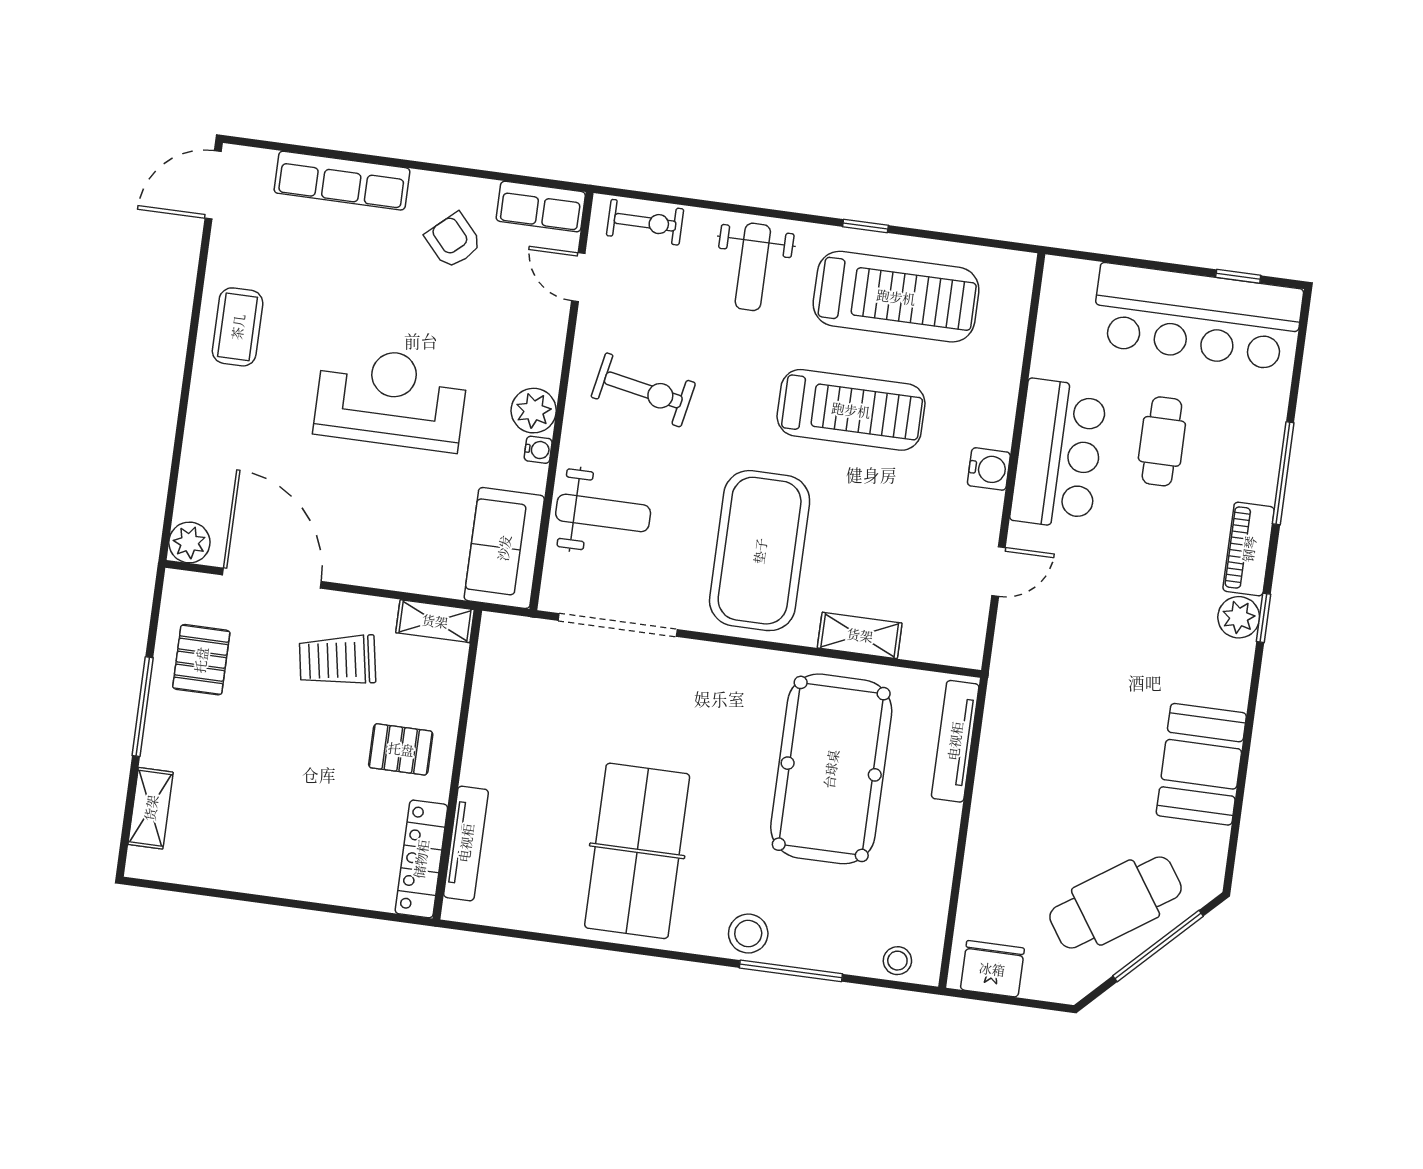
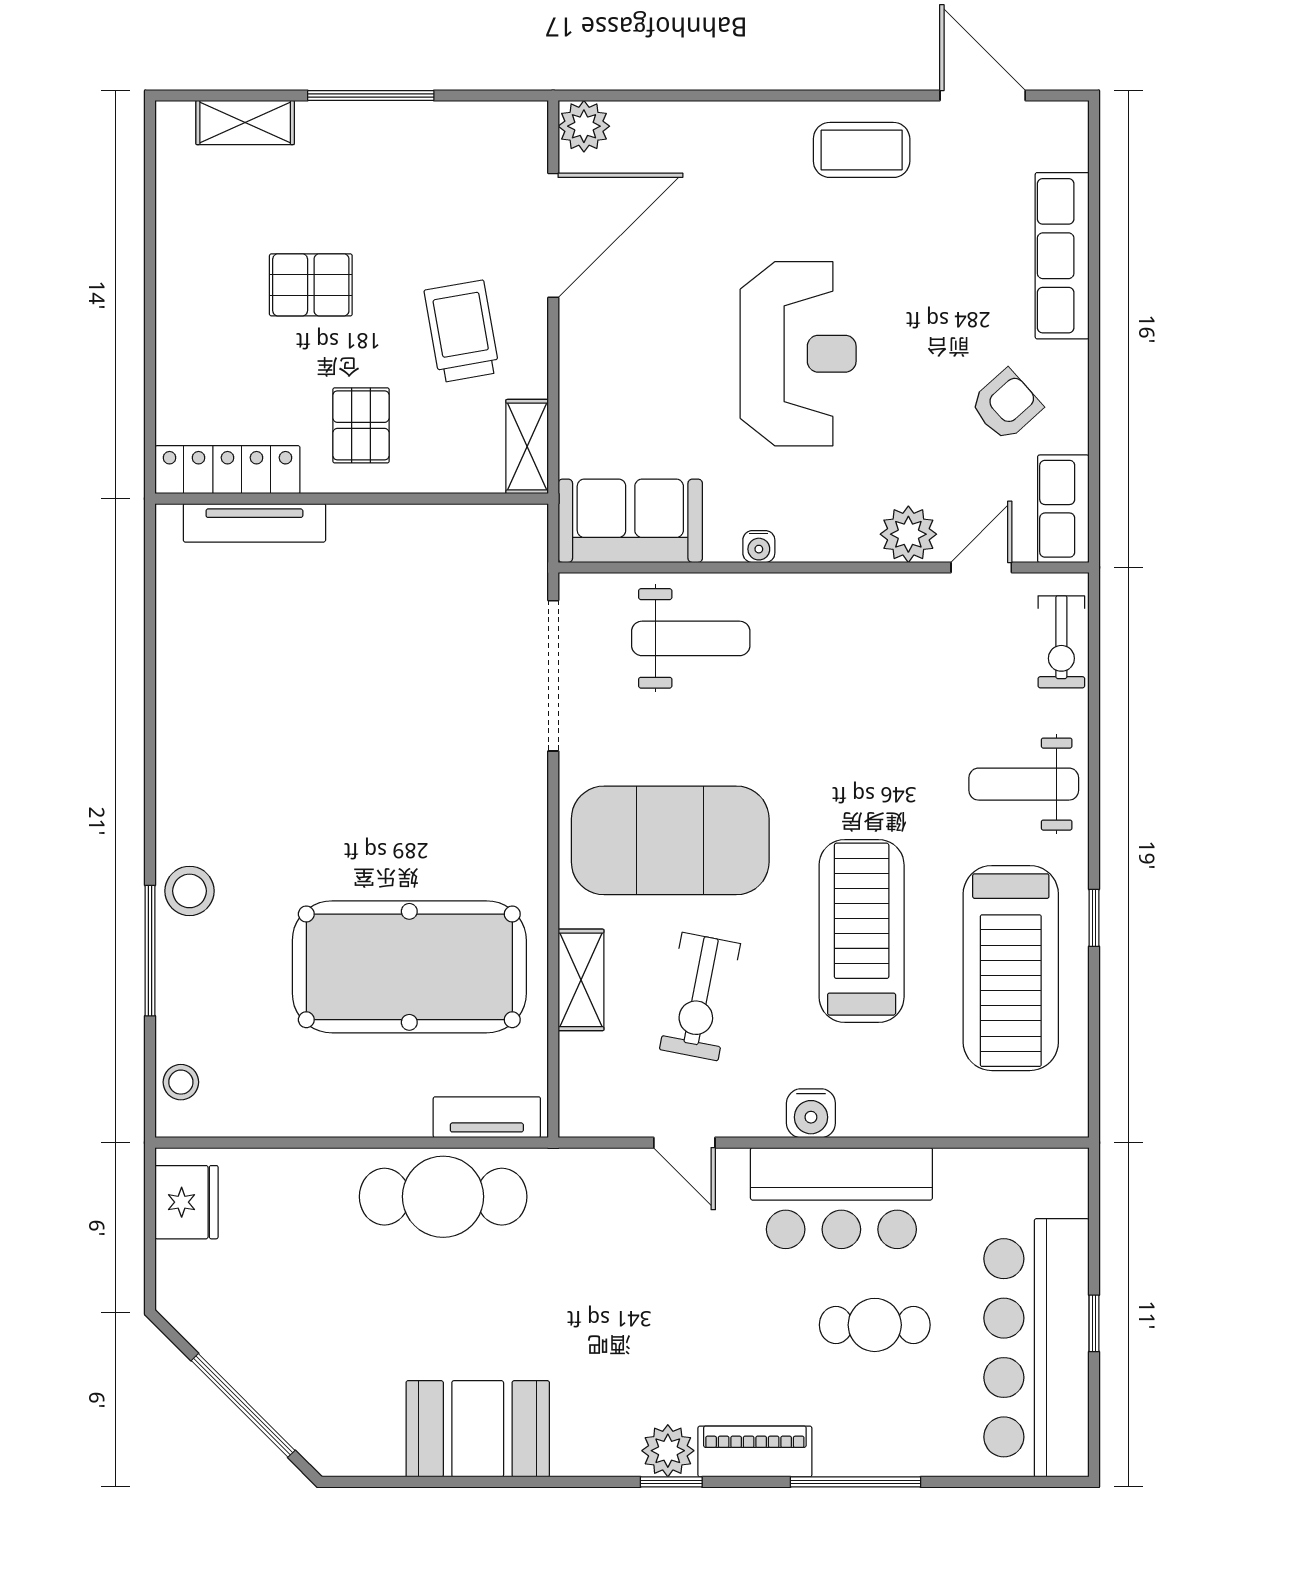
door: (213, 185) -> (983, 95), moved
window: (1238, 276) -> (1094, 1323), moved
exercise bike: (643, 390) -> (700, 997), moved
treadmill: (851, 410) -> (862, 931), turned 180
plant: (534, 411) -> (908, 534), moved
weight bench: (603, 513) -> (691, 638), turned -90
pallet: (201, 660) -> (311, 285), moved
tv unit: (955, 741) -> (487, 1117), width x0.71
table tennis table: (637, 851) -> (274, 738), removed
cafe table: (1116, 903) -> (443, 1197), moved, turned -56

